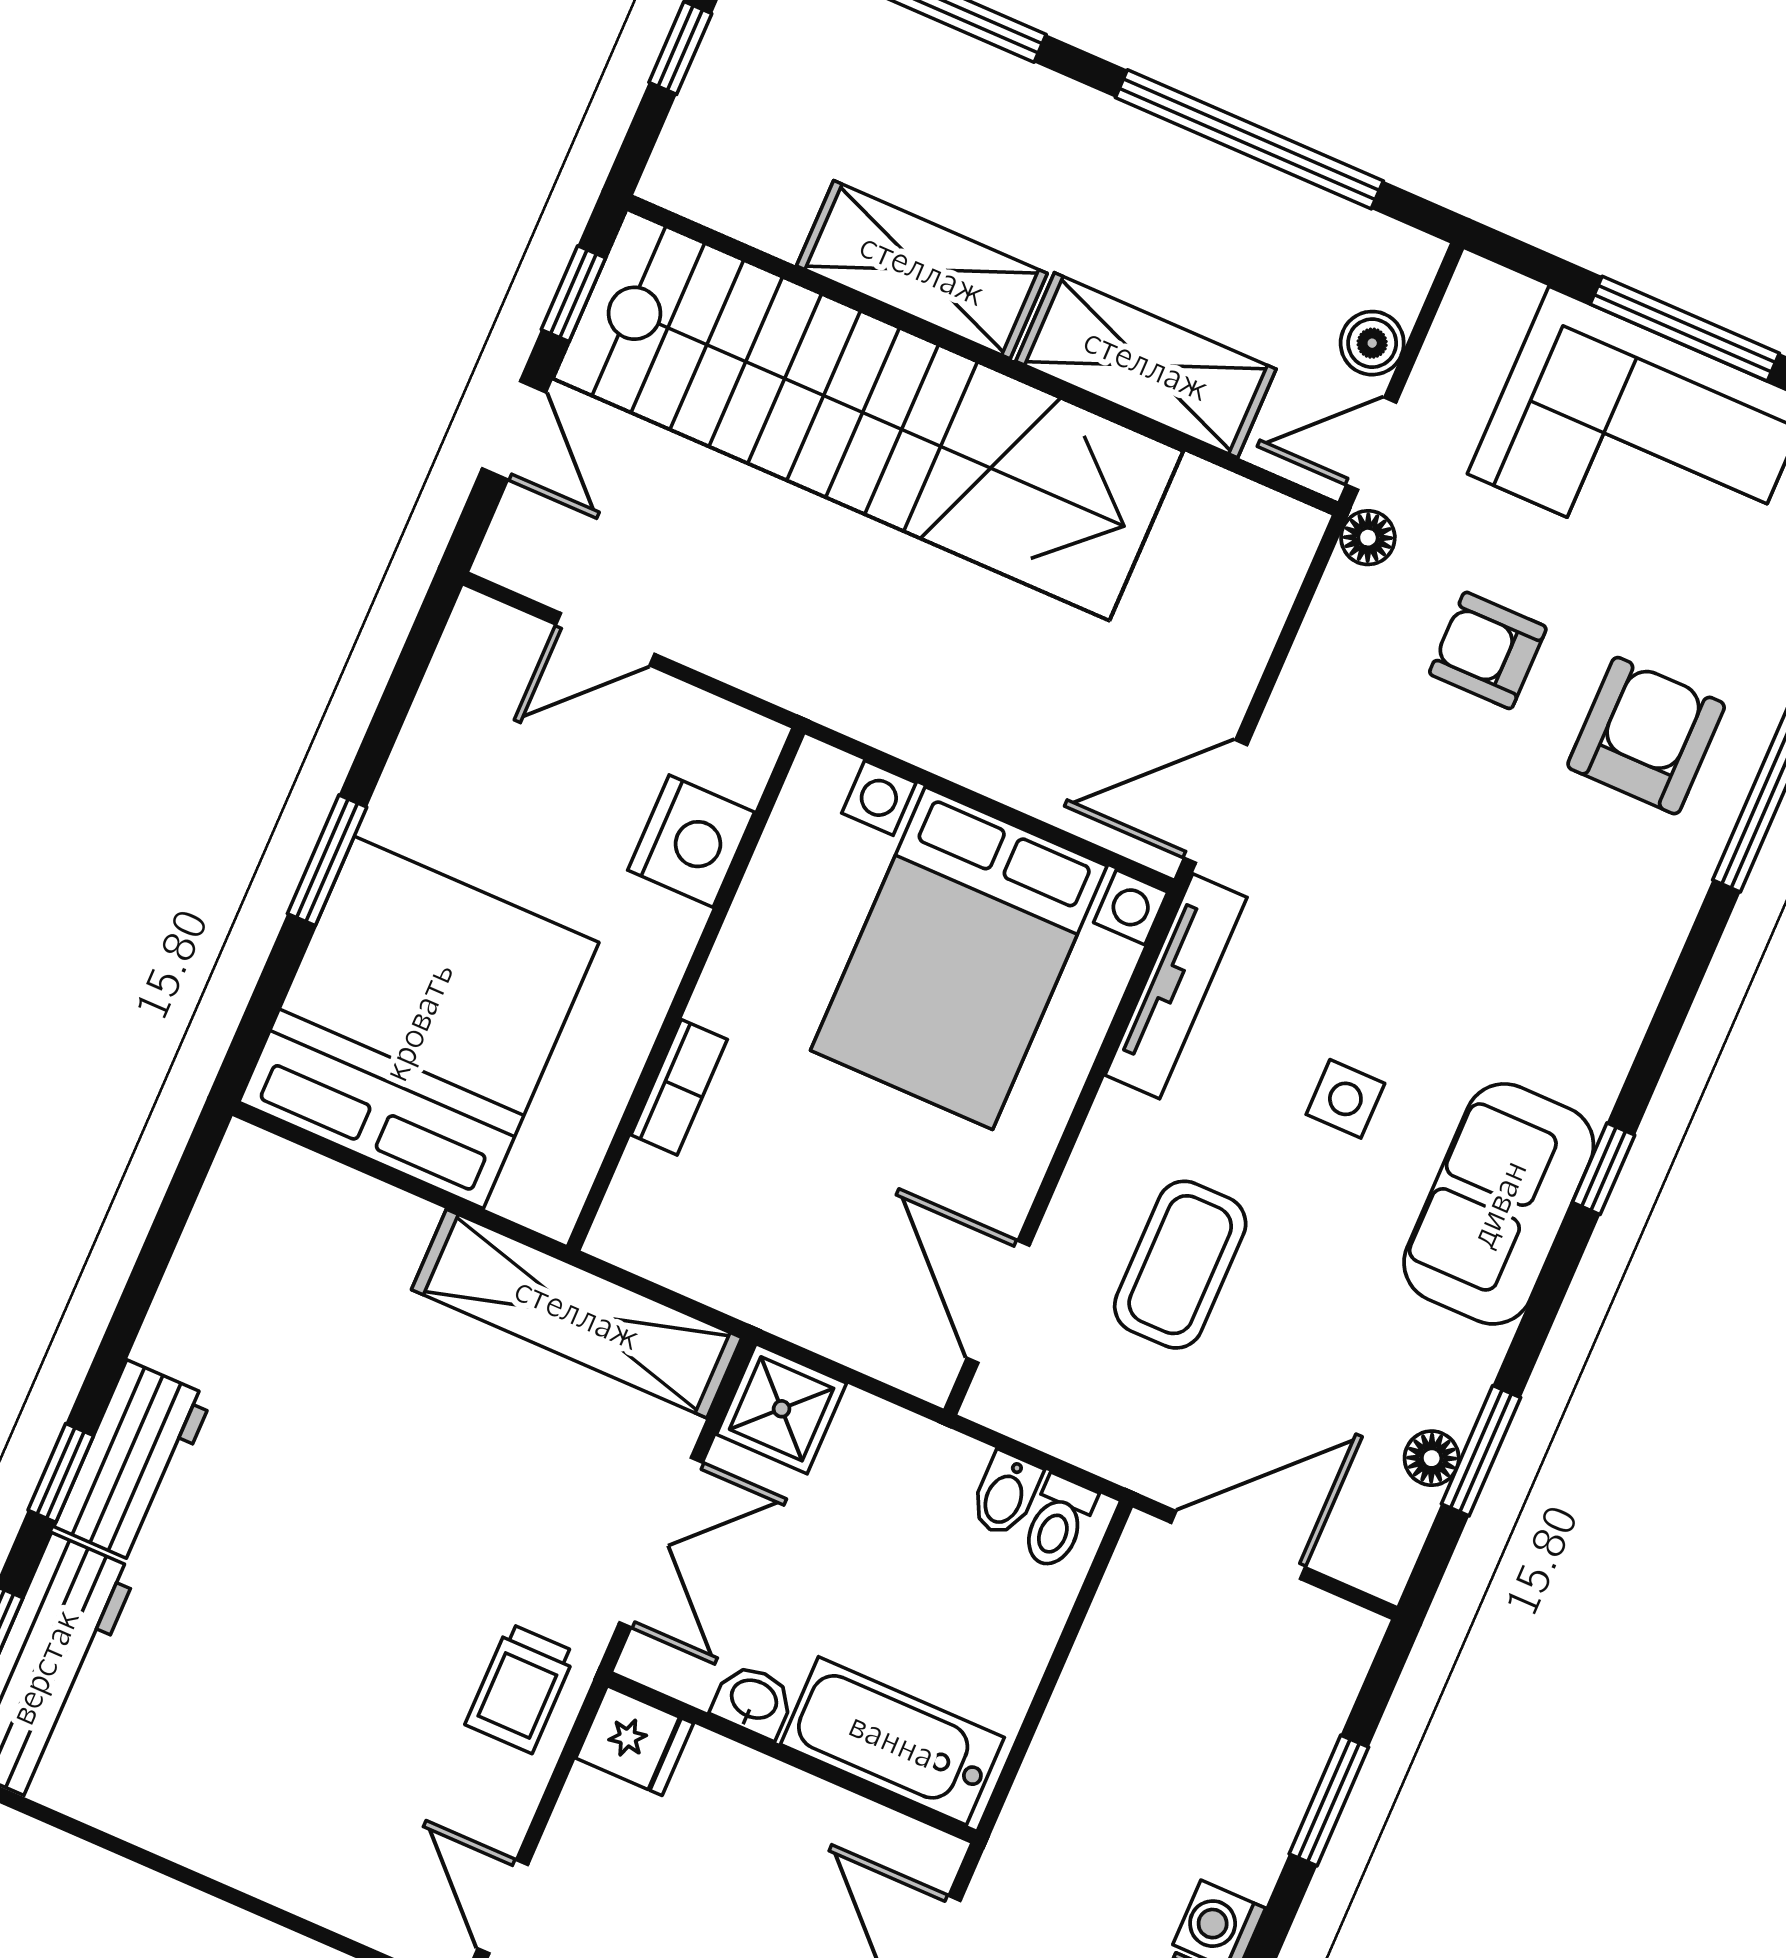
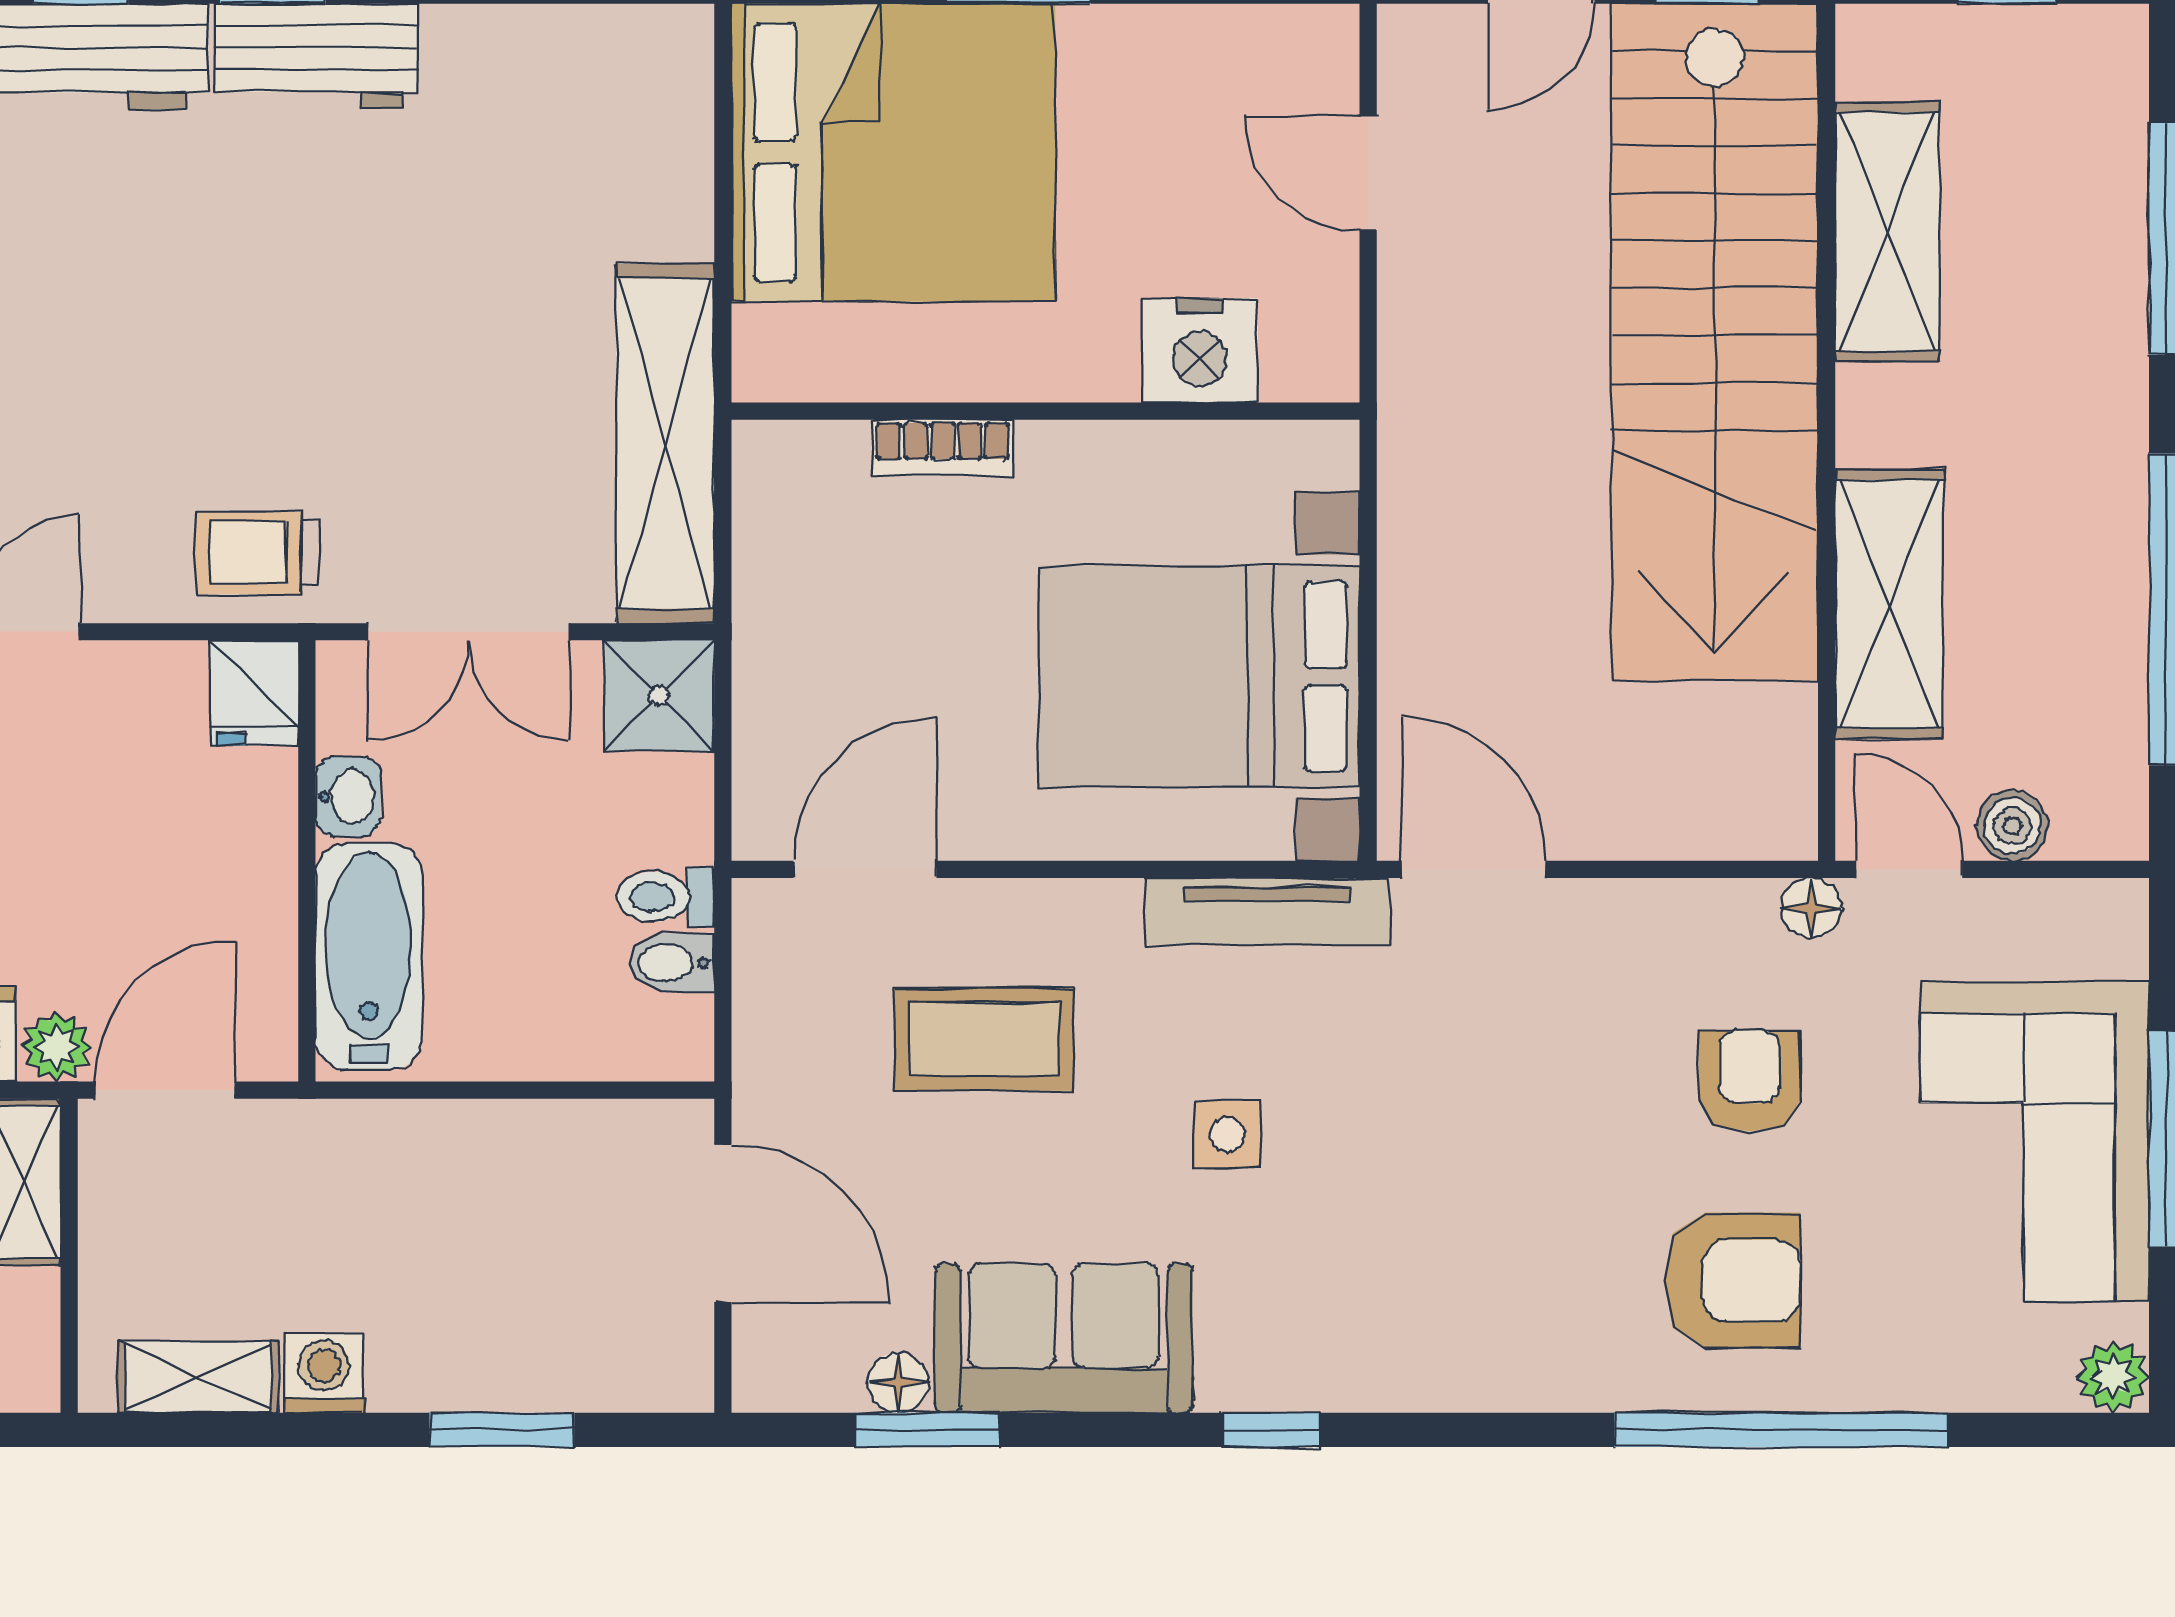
shelving: (922, 270) -> (1887, 232), moved
sofa: (1499, 1204) -> (1064, 1338), moved
toilet: (1058, 1522) -> (666, 897), moved

